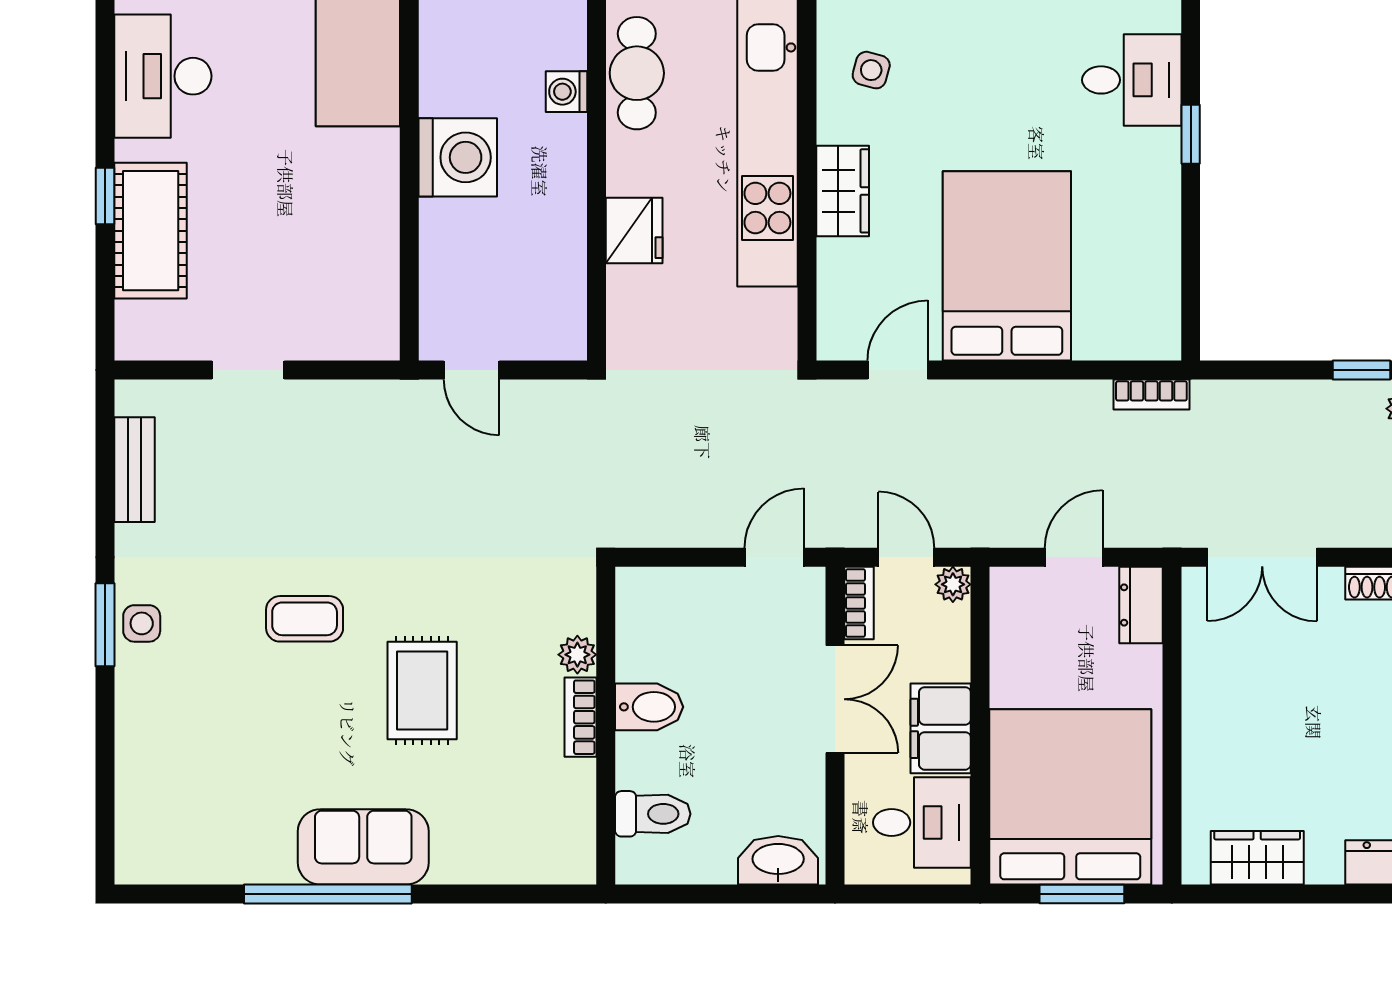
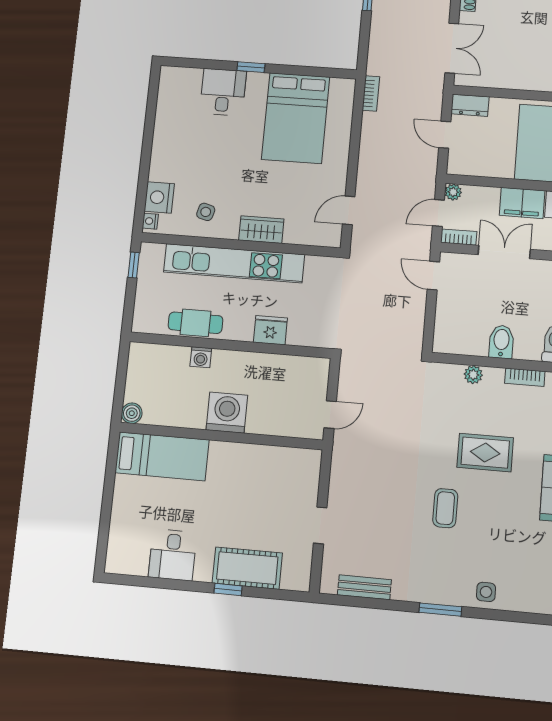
desk: (163, 76) -> (173, 555), width x0.73
bed: (1007, 266) -> (296, 118), moved, turned -90
door: (898, 370) -> (349, 210), hinge flipped
side table: (142, 623) -> (486, 592), moved
bookcase: (581, 717) -> (525, 377), moved

